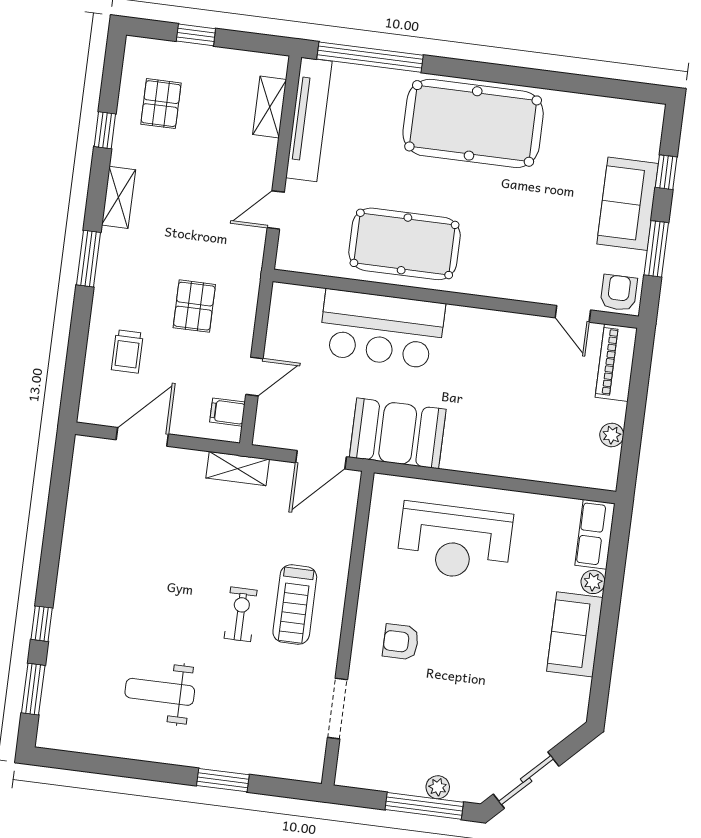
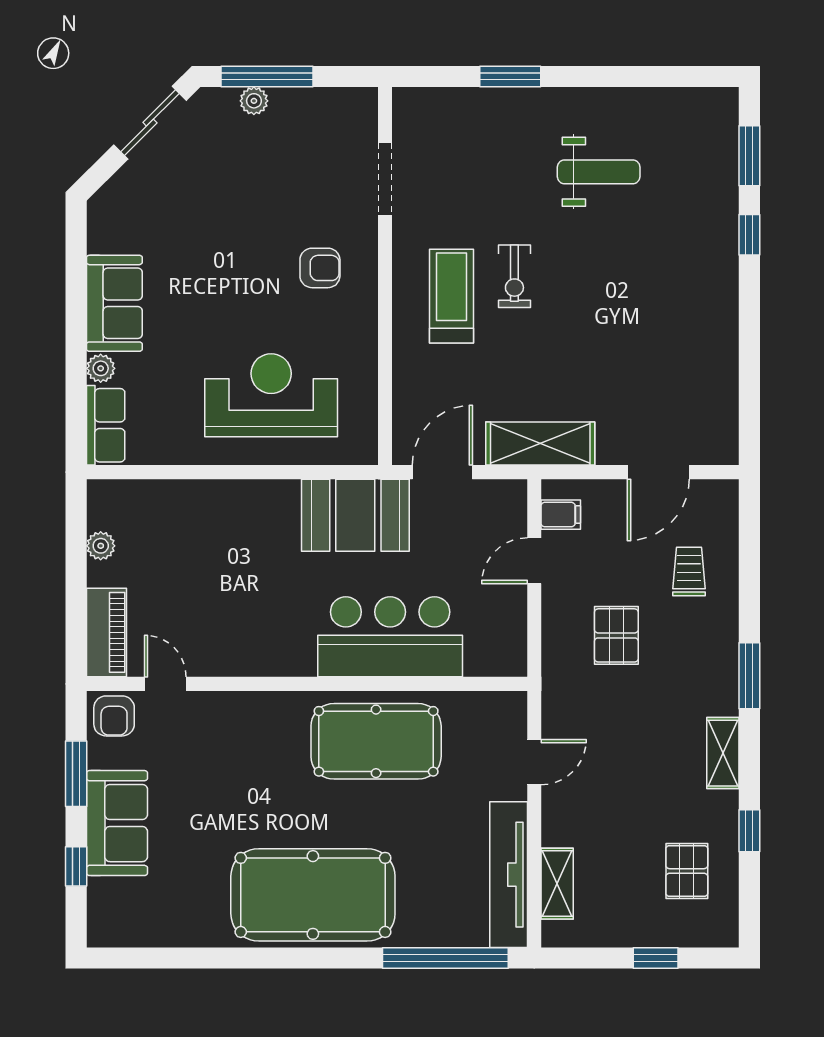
shelving: (238, 469) -> (540, 443), width x1.50, depth x1.33

